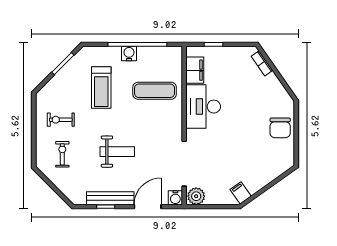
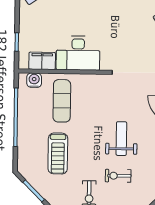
water cooler: (129, 54) -> (34, 80), moved, turned 90
treadmill: (101, 87) -> (58, 153), turned 90
exercise bike: (62, 154) -> (118, 176), moved

